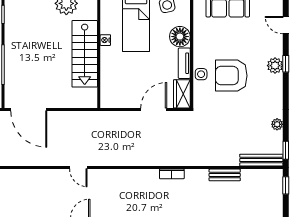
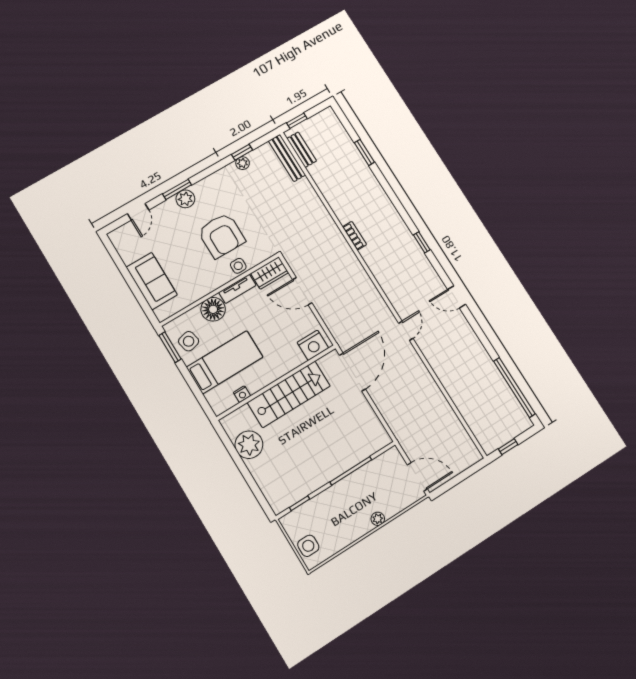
nightstand: (105, 40) -> (242, 394), moved
window: (286, 64) -> (177, 189), width x1.50
nightstand: (109, 93) -> (313, 345), added
door: (29, 110) -> (352, 372), moved
window: (286, 150) -> (242, 152), moved
bench: (225, 175) -> (302, 150), moved

